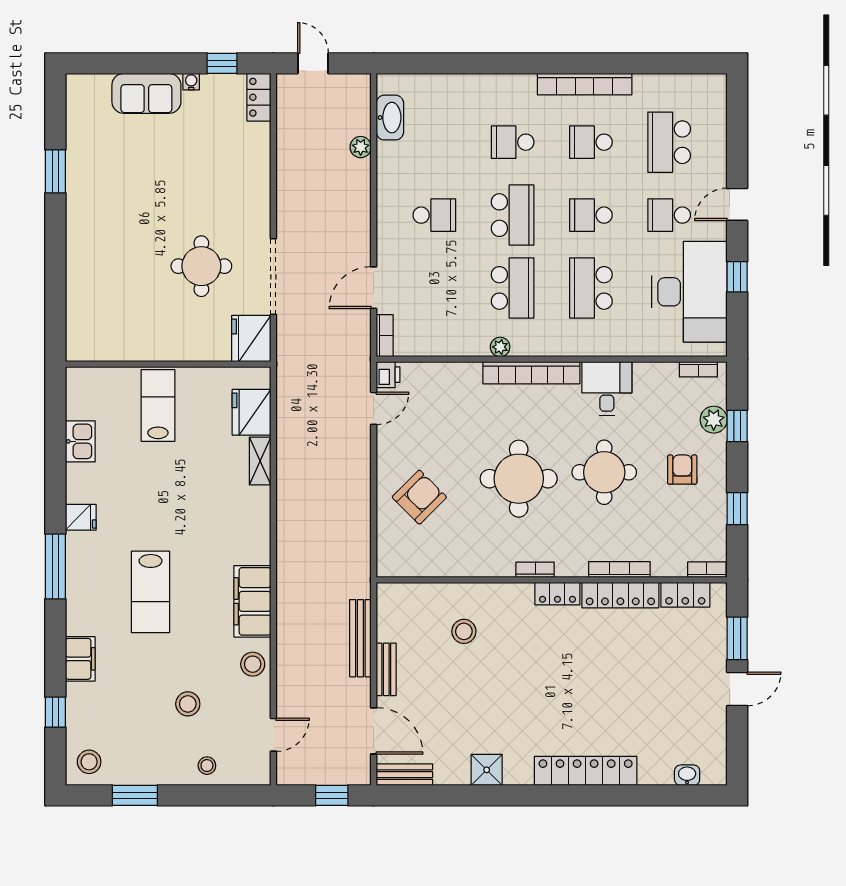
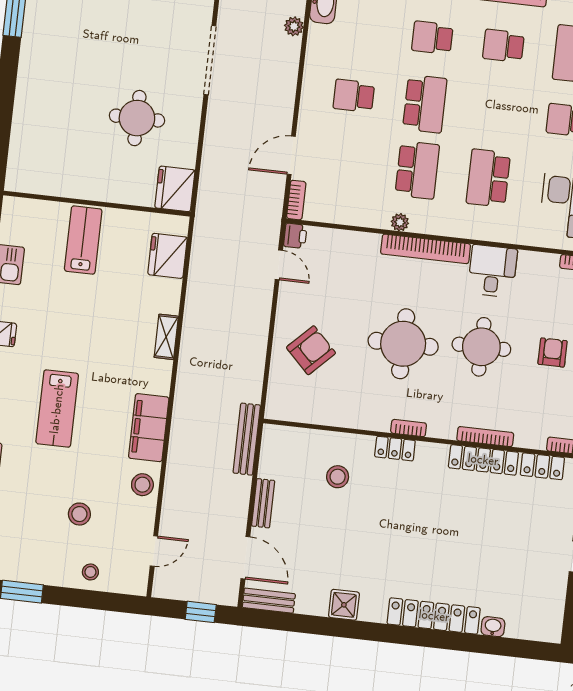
school desk: (434, 215) -> (354, 96), turned 180
school desk: (591, 215) -> (496, 112), removed
doorway: (273, 276) -> (210, 60), moved
door: (374, 408) -> (279, 265), hinge flipped
shelving: (260, 461) -> (166, 337), moved
locker: (557, 594) -> (395, 449), moved
bench: (360, 638) -> (247, 439), moved
washbasin: (687, 775) -> (493, 627), moved

